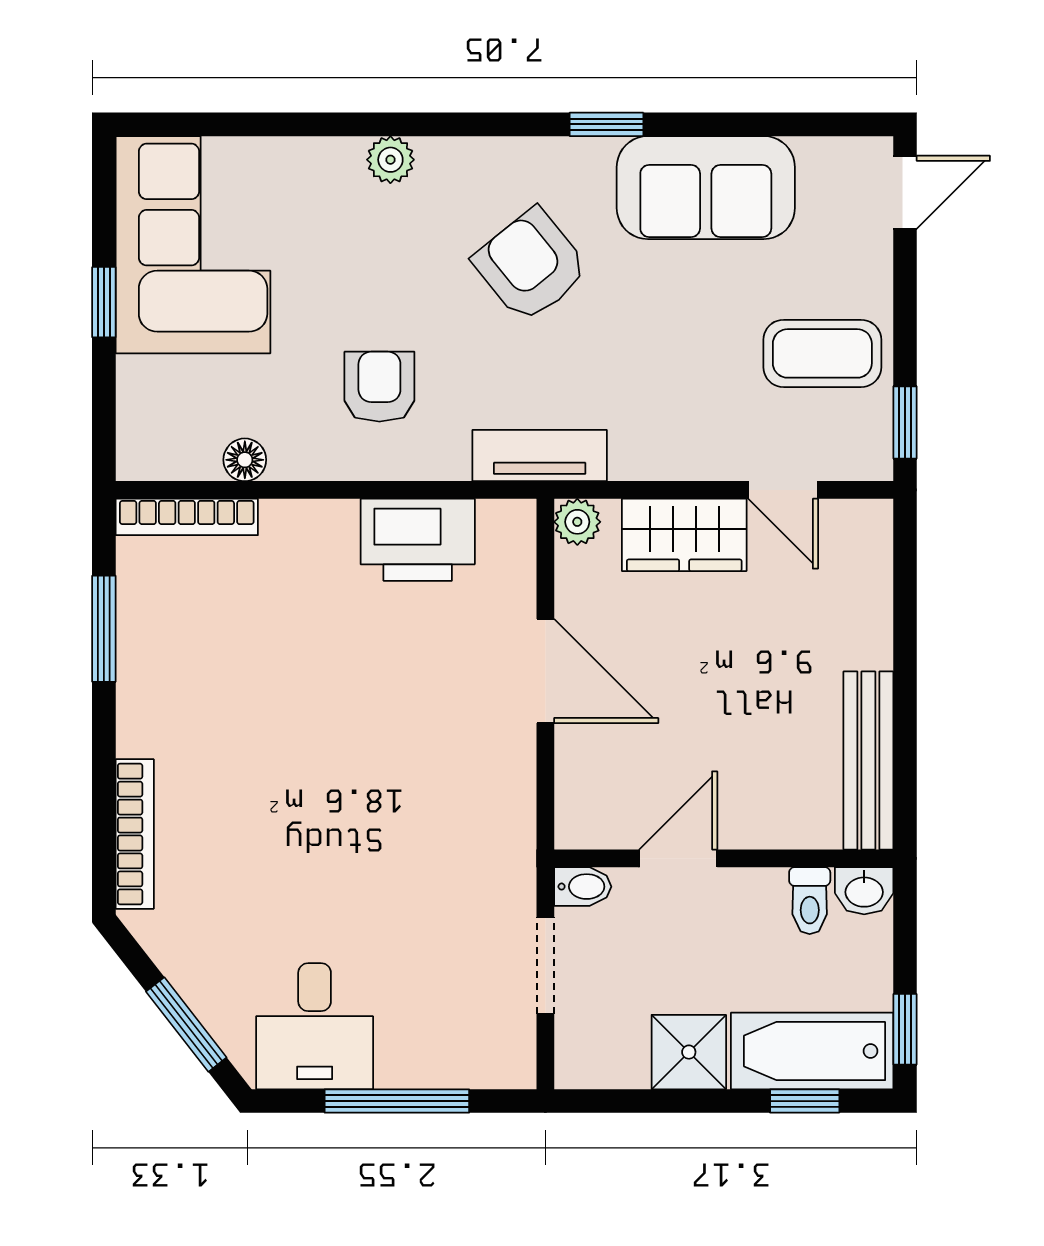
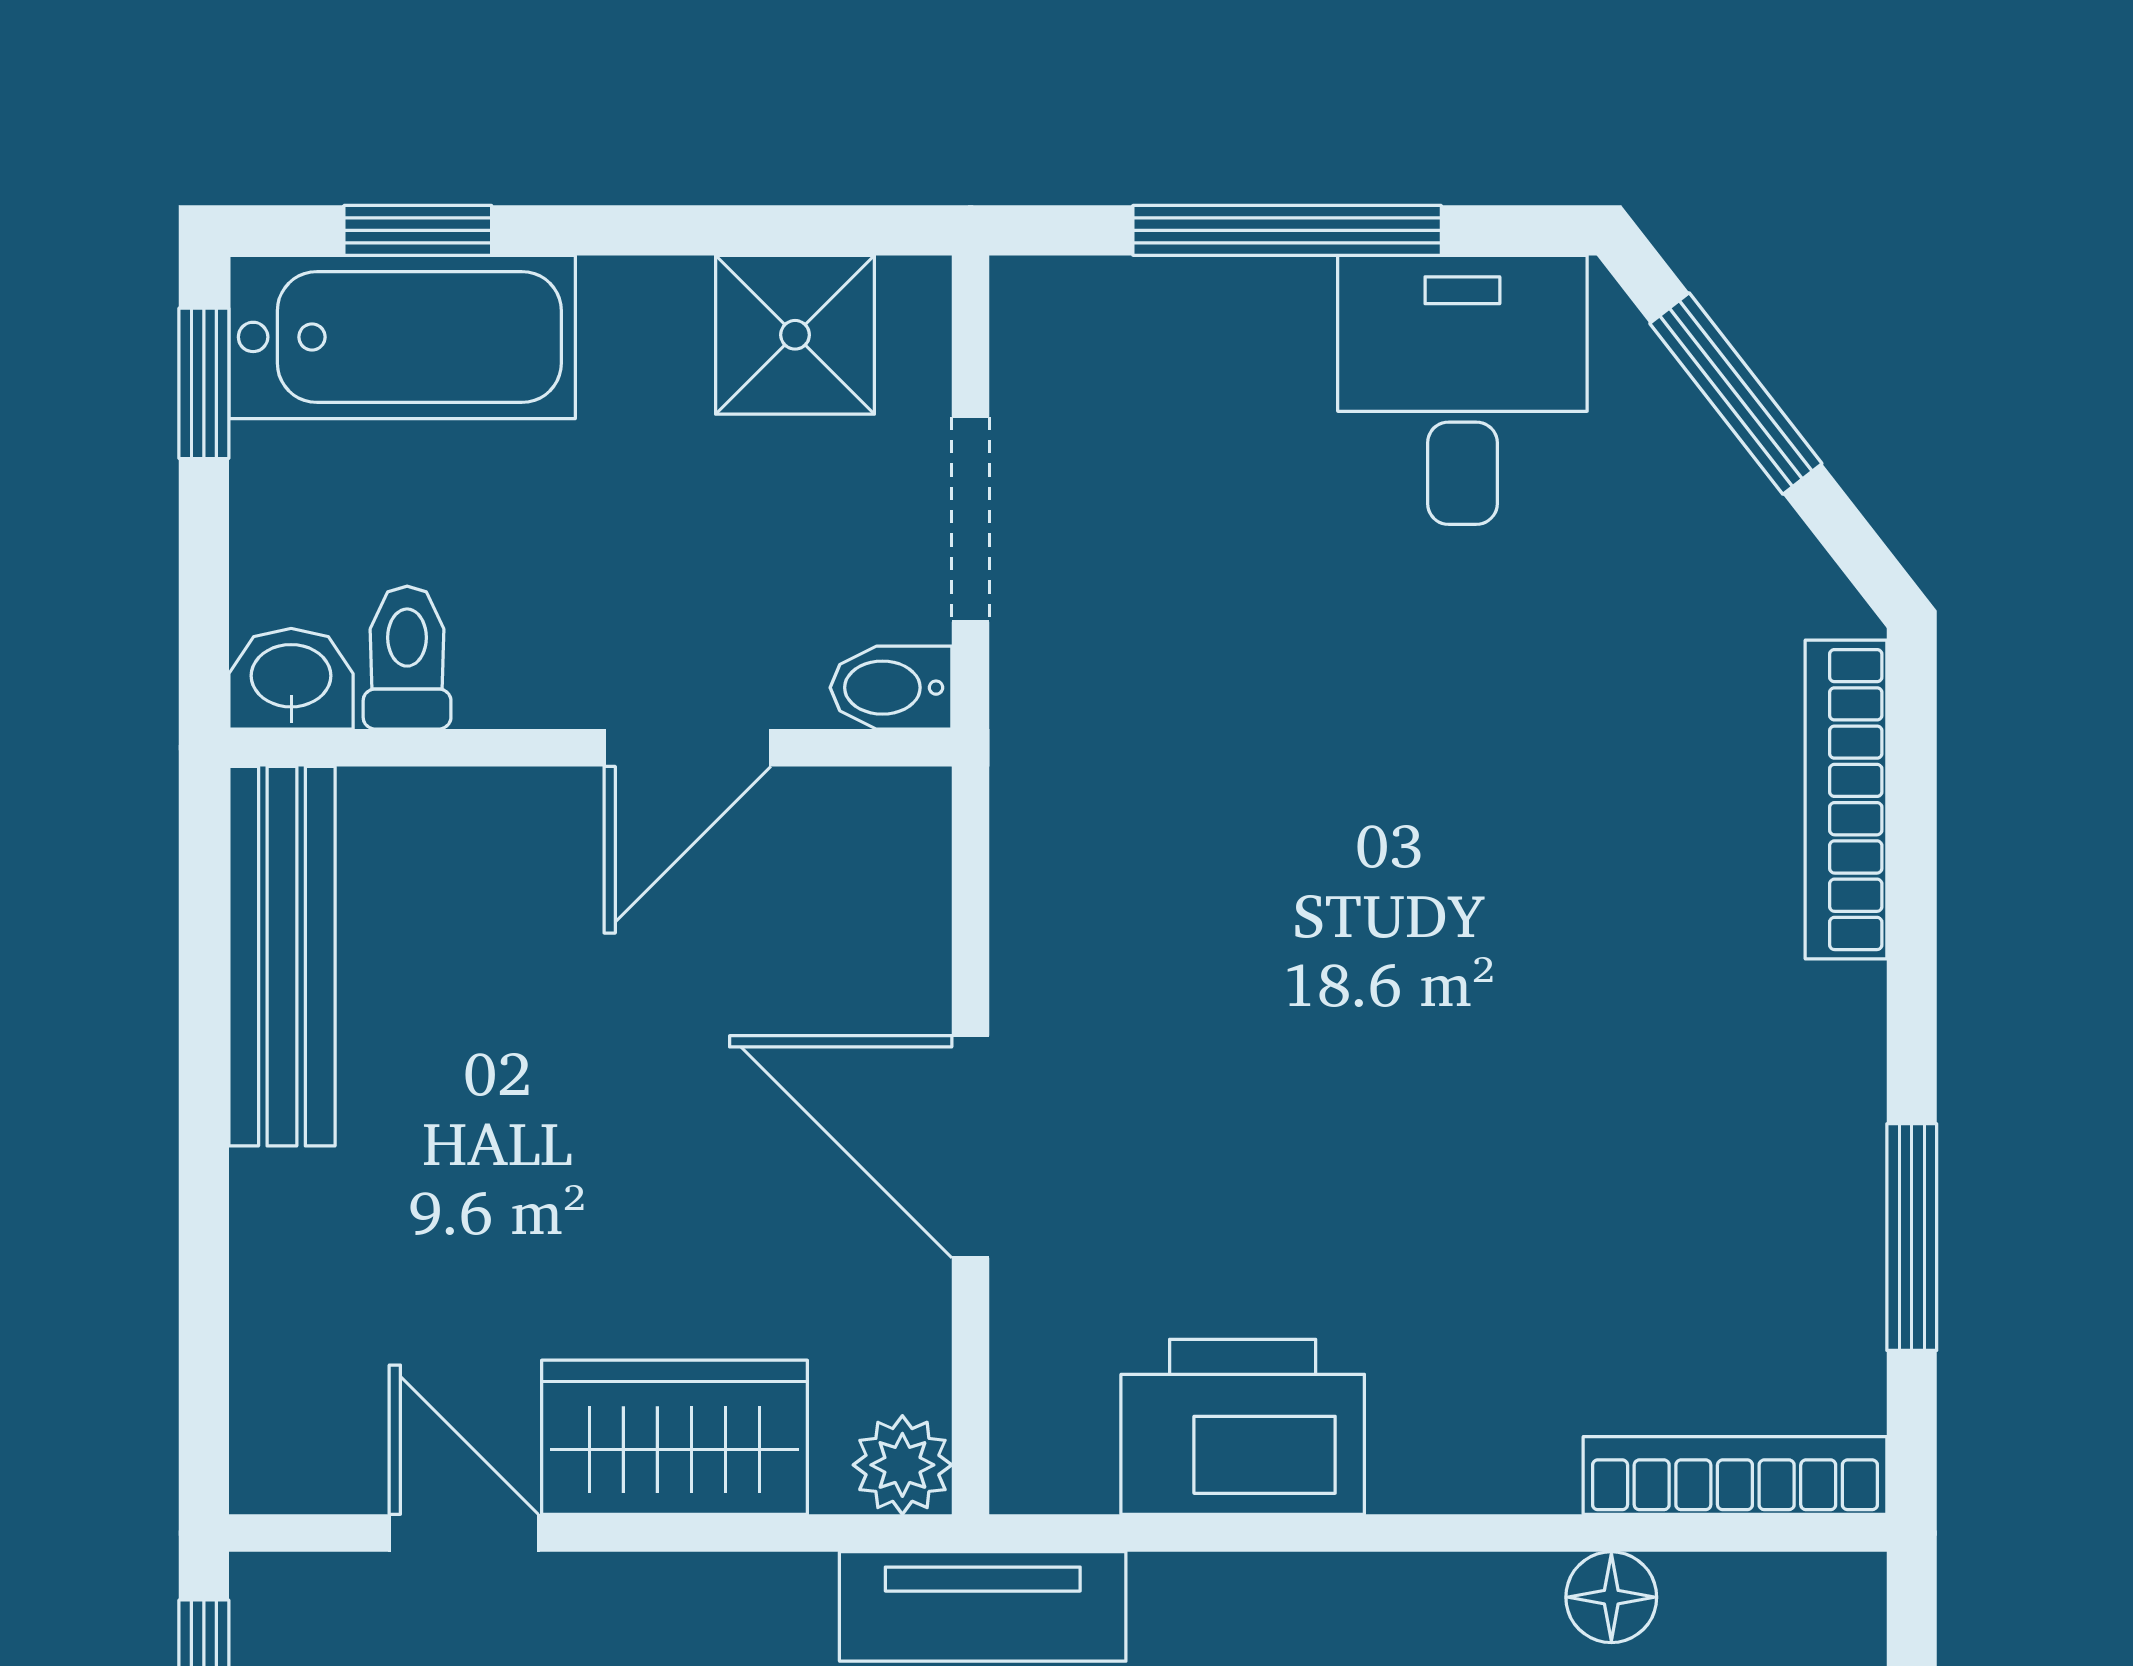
shower: (689, 1052) -> (795, 335), moved

